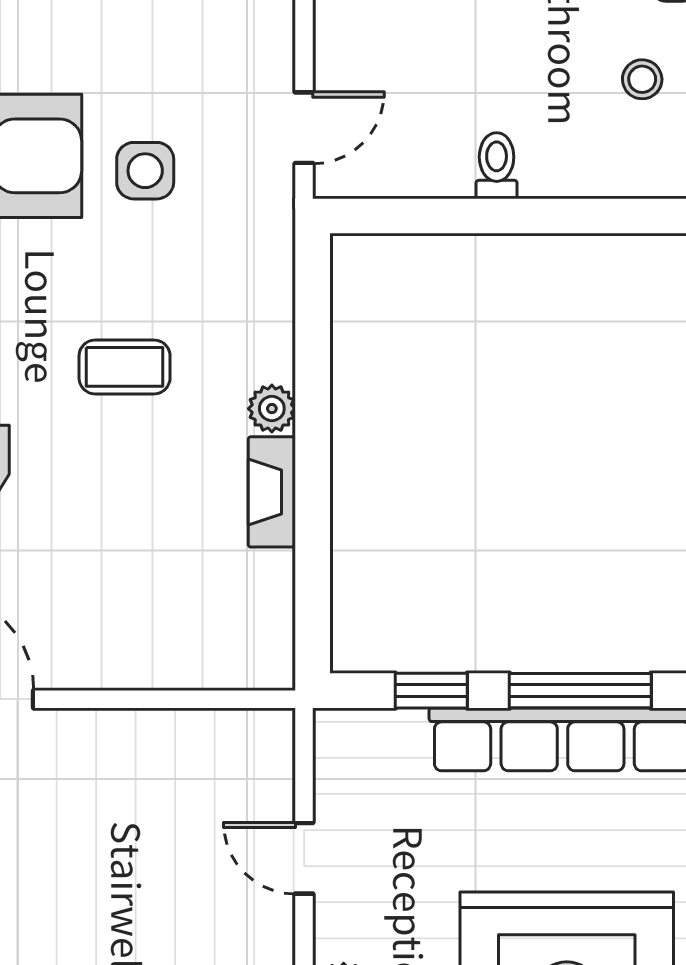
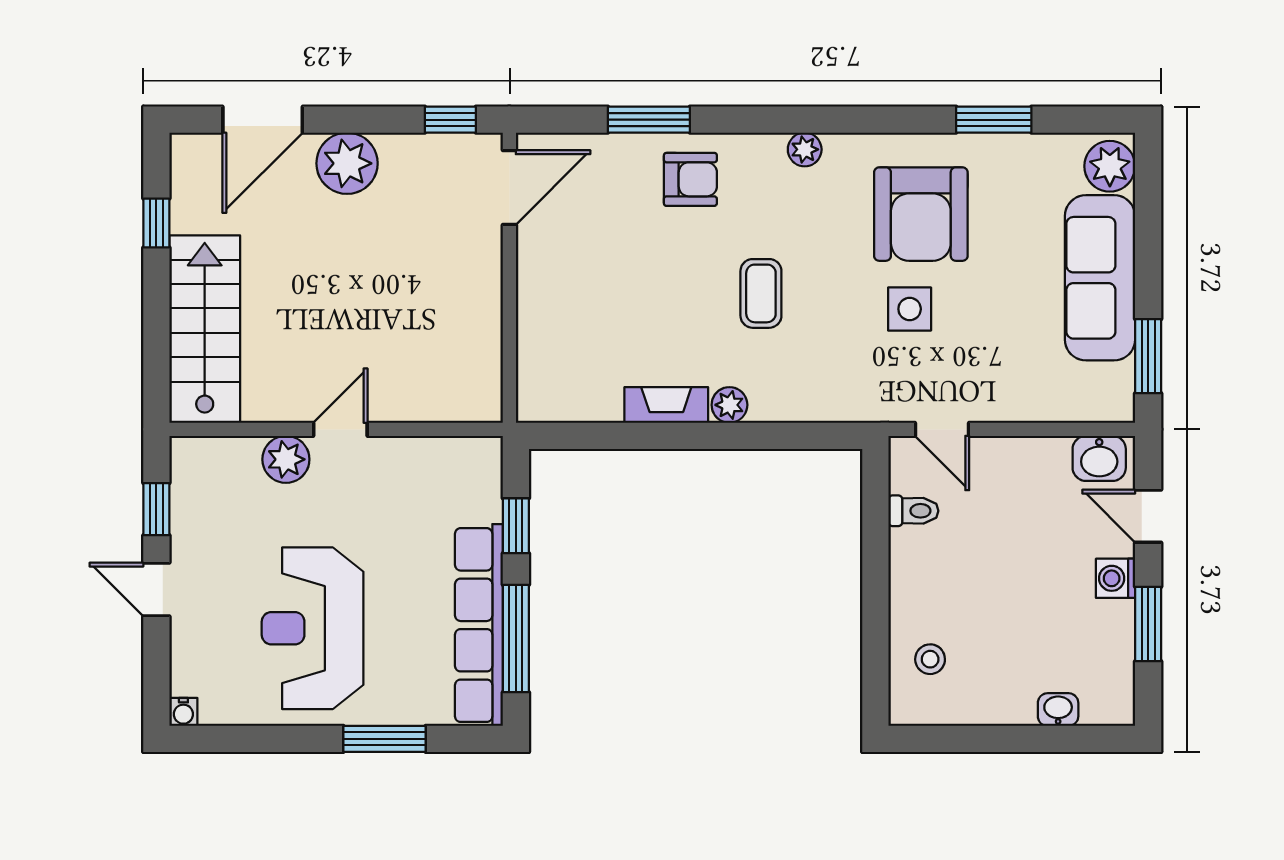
stool: (642, 79) -> (930, 659), moved
toilet: (497, 166) -> (913, 511), moved
door: (304, 858) -> (340, 429), moved

